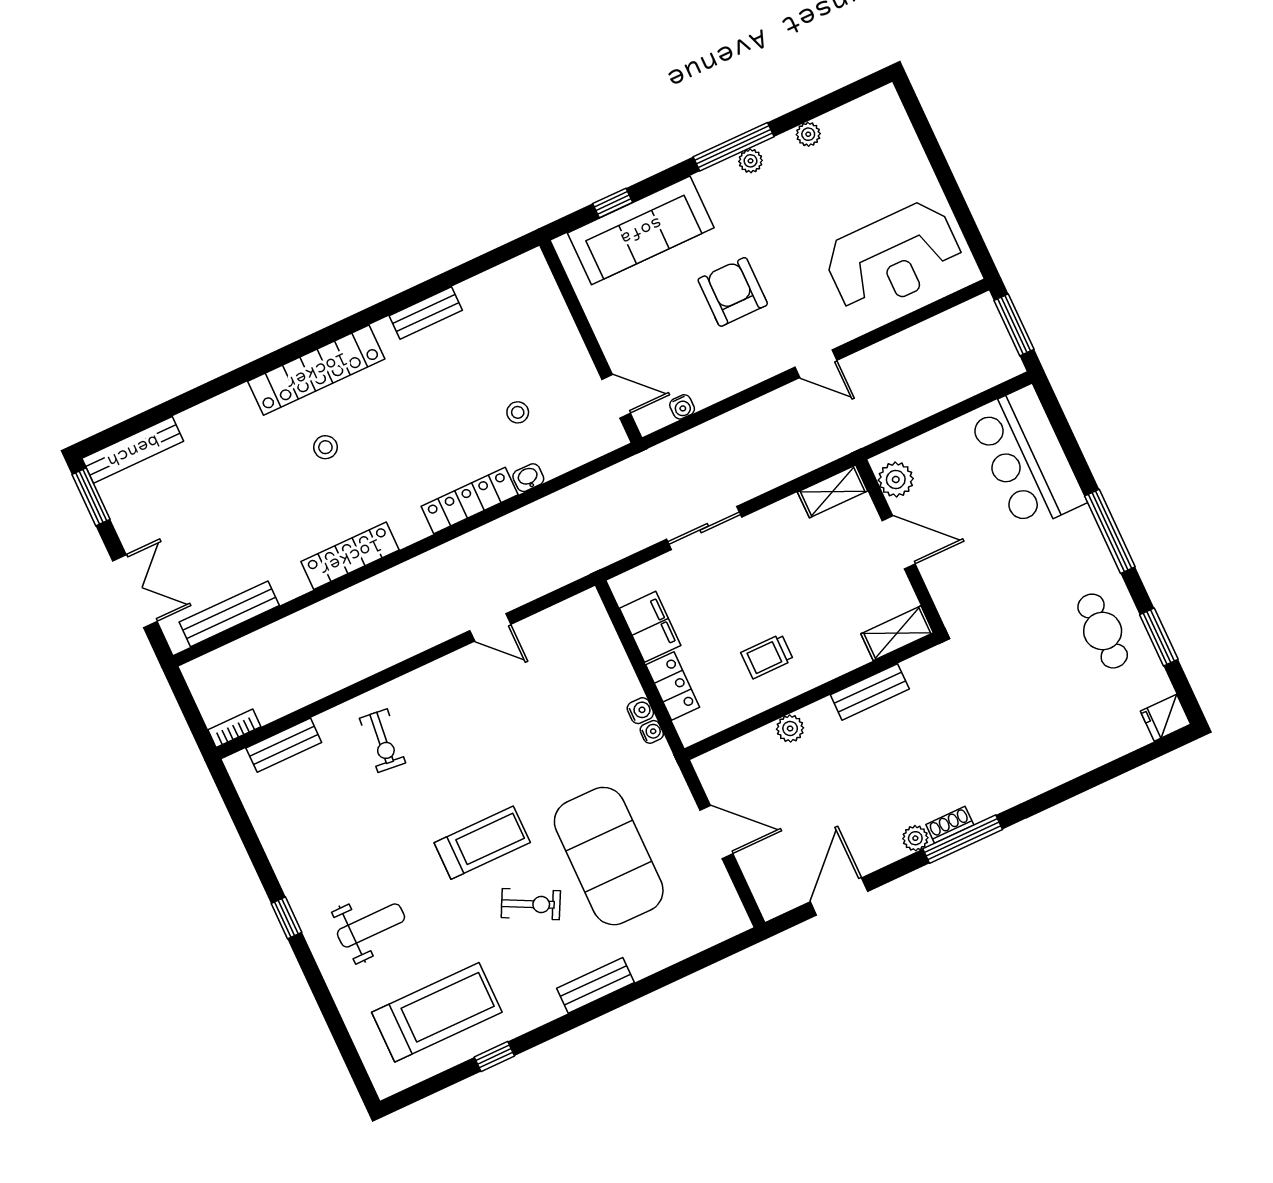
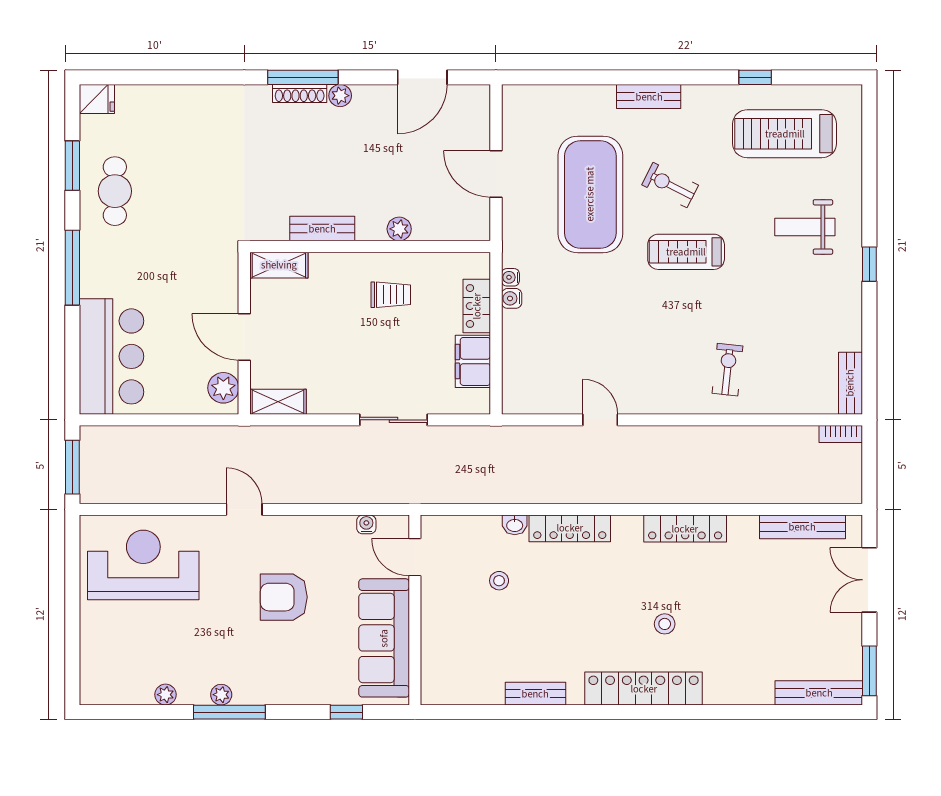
sofa: (641, 230) -> (384, 638), moved, turned -90
armchair: (733, 292) -> (284, 597), turned 90
bench: (284, 745) -> (850, 383), moved, turned 90
shoe rack: (950, 825) -> (300, 94), width x1.43

